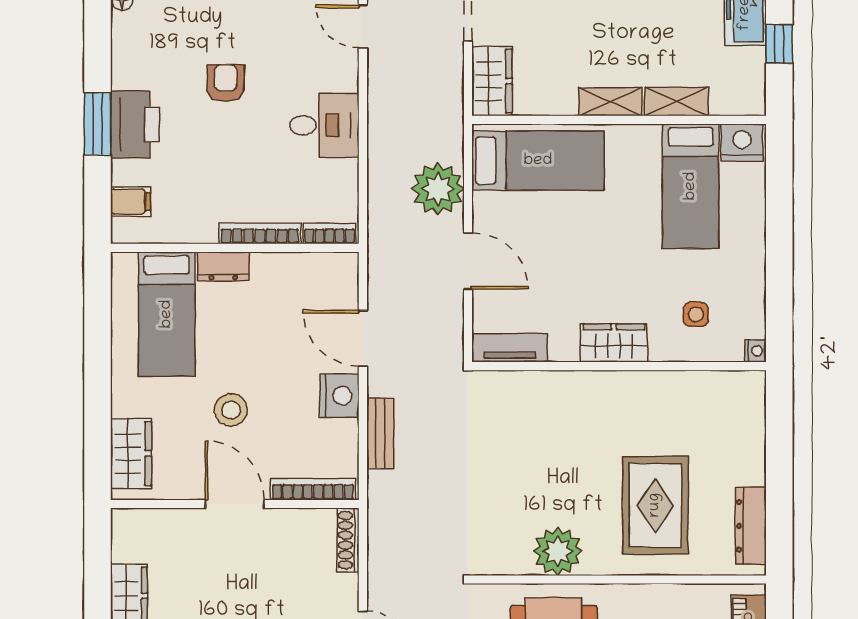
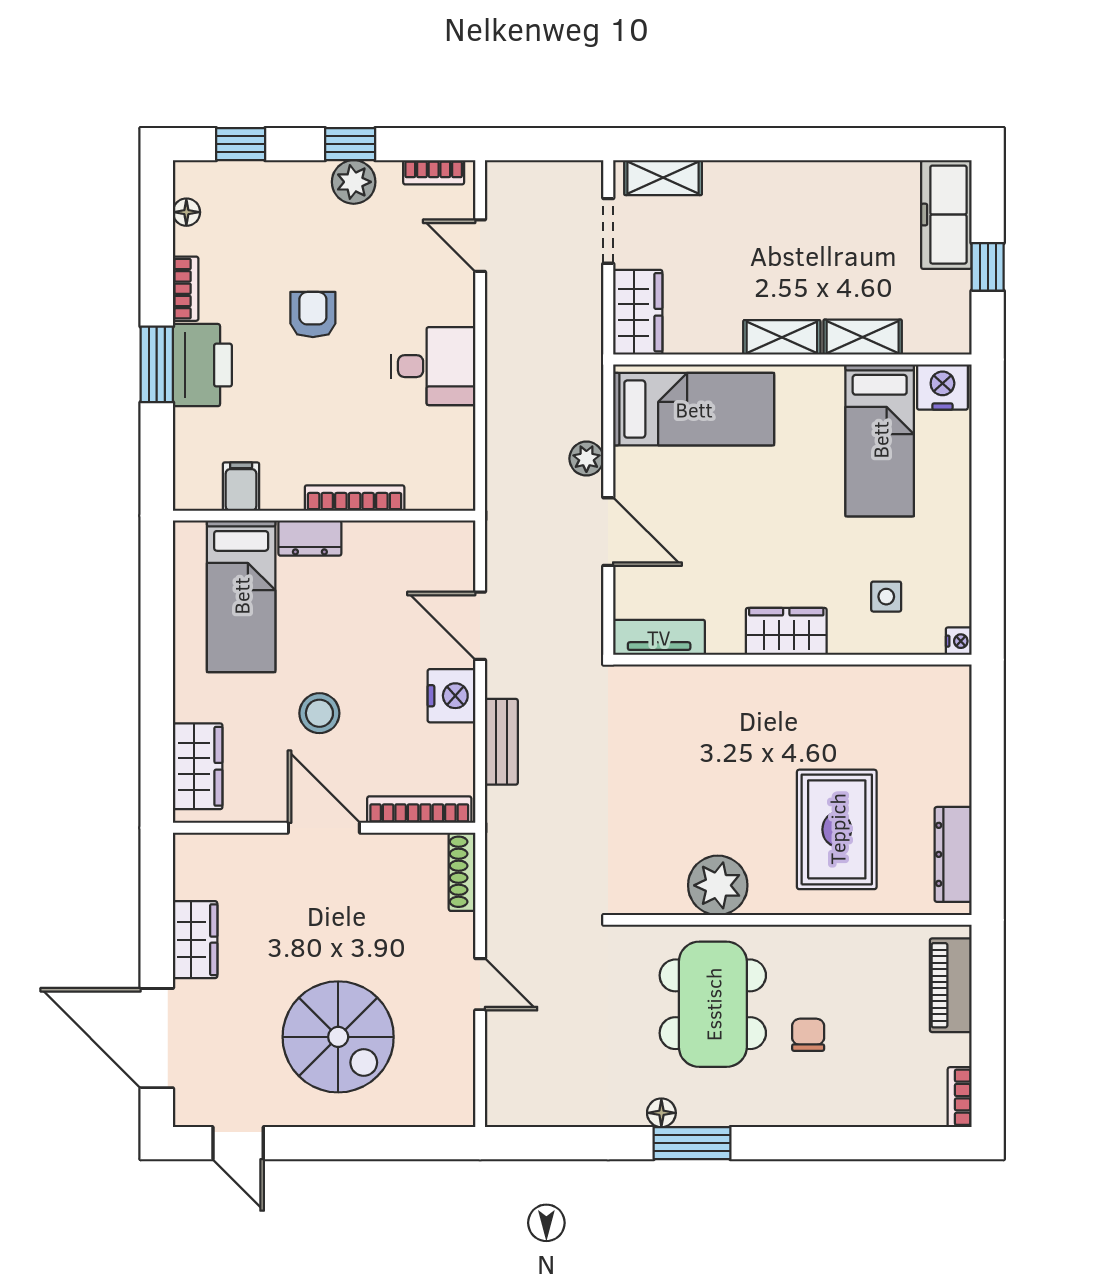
plant: (438, 189) -> (586, 459), width x0.53, depth x0.53
filing cabinet: (131, 202) -> (241, 487), moved, turned -90
bookcase: (330, 233) -> (186, 289), moved, turned 90

